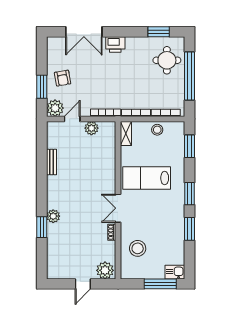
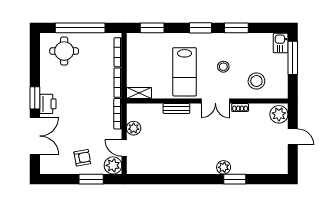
window: (159, 32) -> (35, 98), moved
stool: (157, 130) -> (223, 67), moved
bench: (51, 162) -> (176, 109), moved

